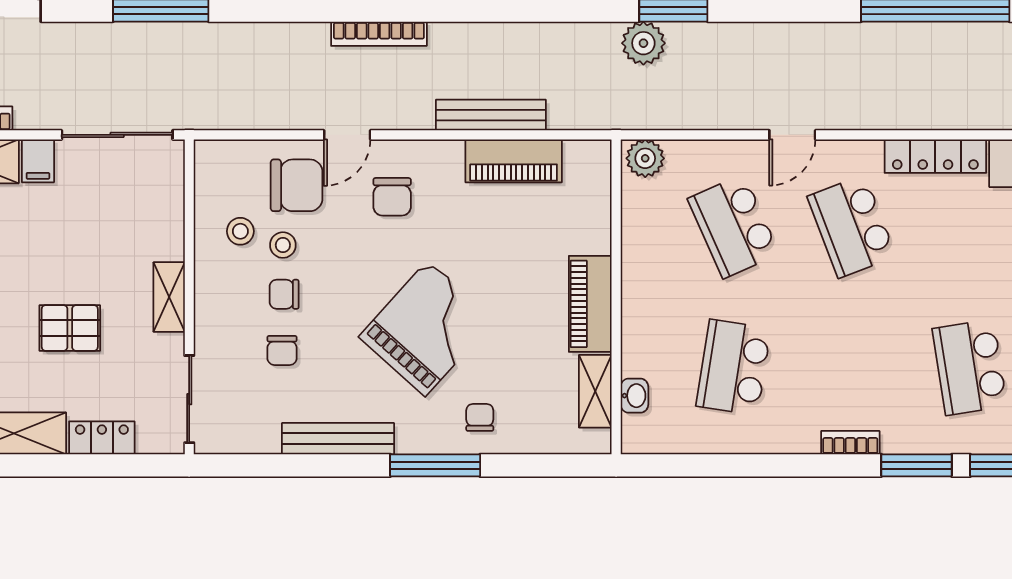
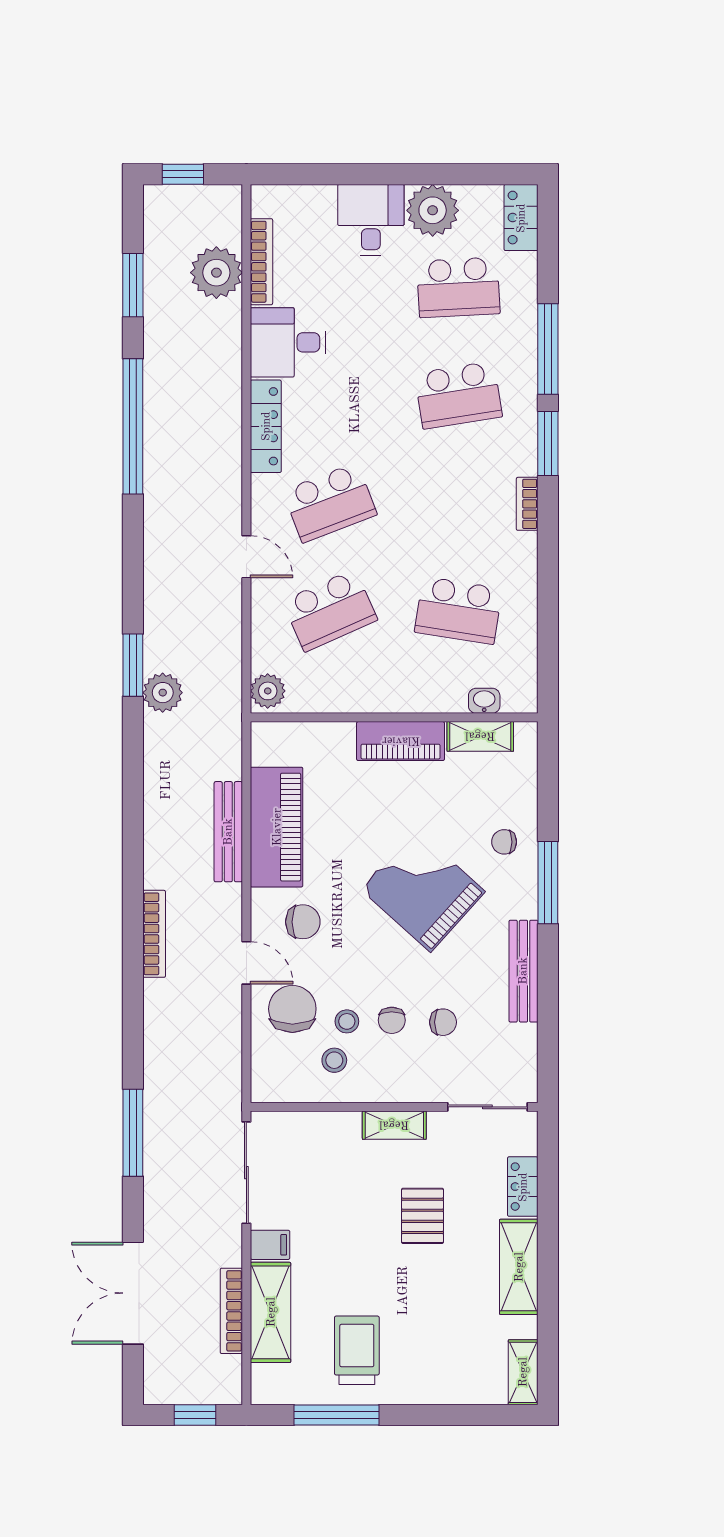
piano: (514, 161) -> (277, 827), width x1.37, depth x1.33

